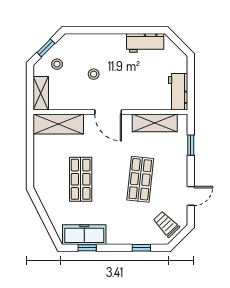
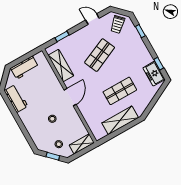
workbench: (178, 92) -> (25, 68), moved
shelving: (58, 124) -> (120, 120), moved, turned 90
shop shelf: (140, 179) -> (100, 55), turned -30
freezer: (84, 235) -> (154, 74), width x0.71

